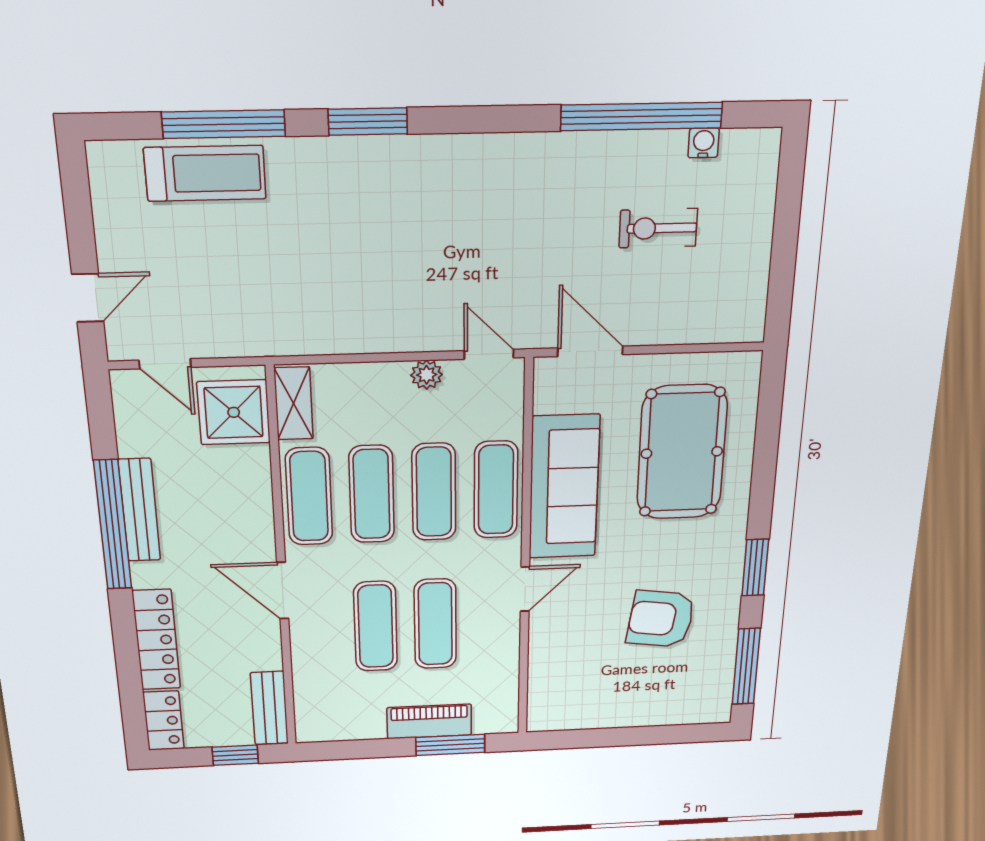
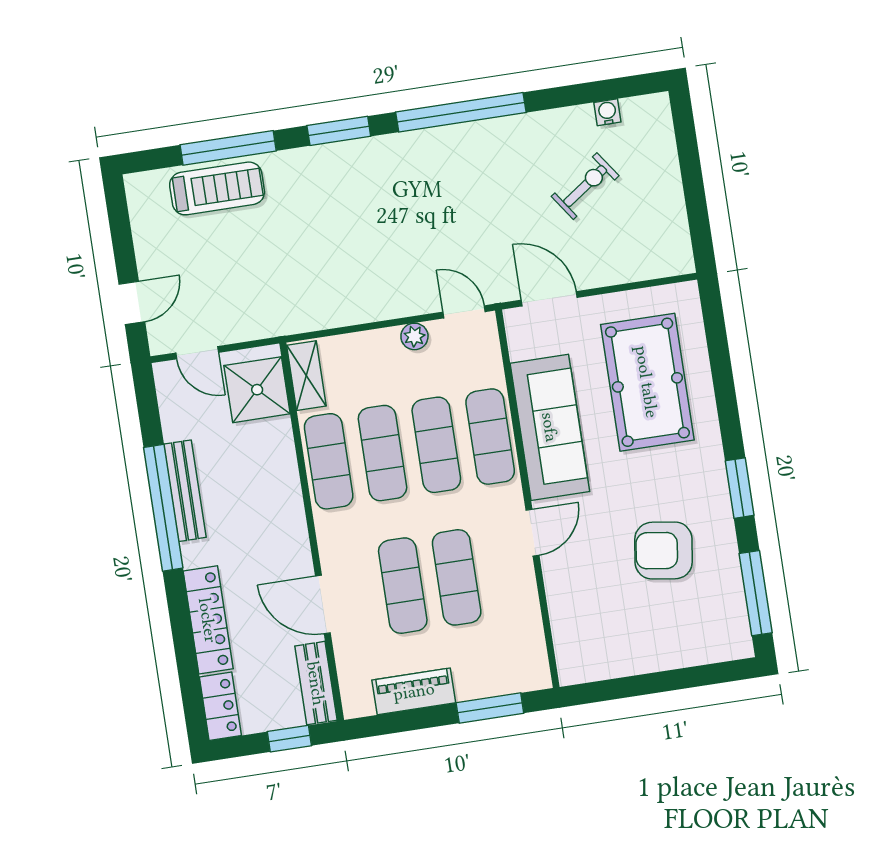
window: (641, 117) -> (461, 112), moved
exercise bike: (658, 228) -> (585, 186), turned 145
door: (283, 591) -> (323, 605), moved
piano: (429, 721) -> (414, 691), moved

